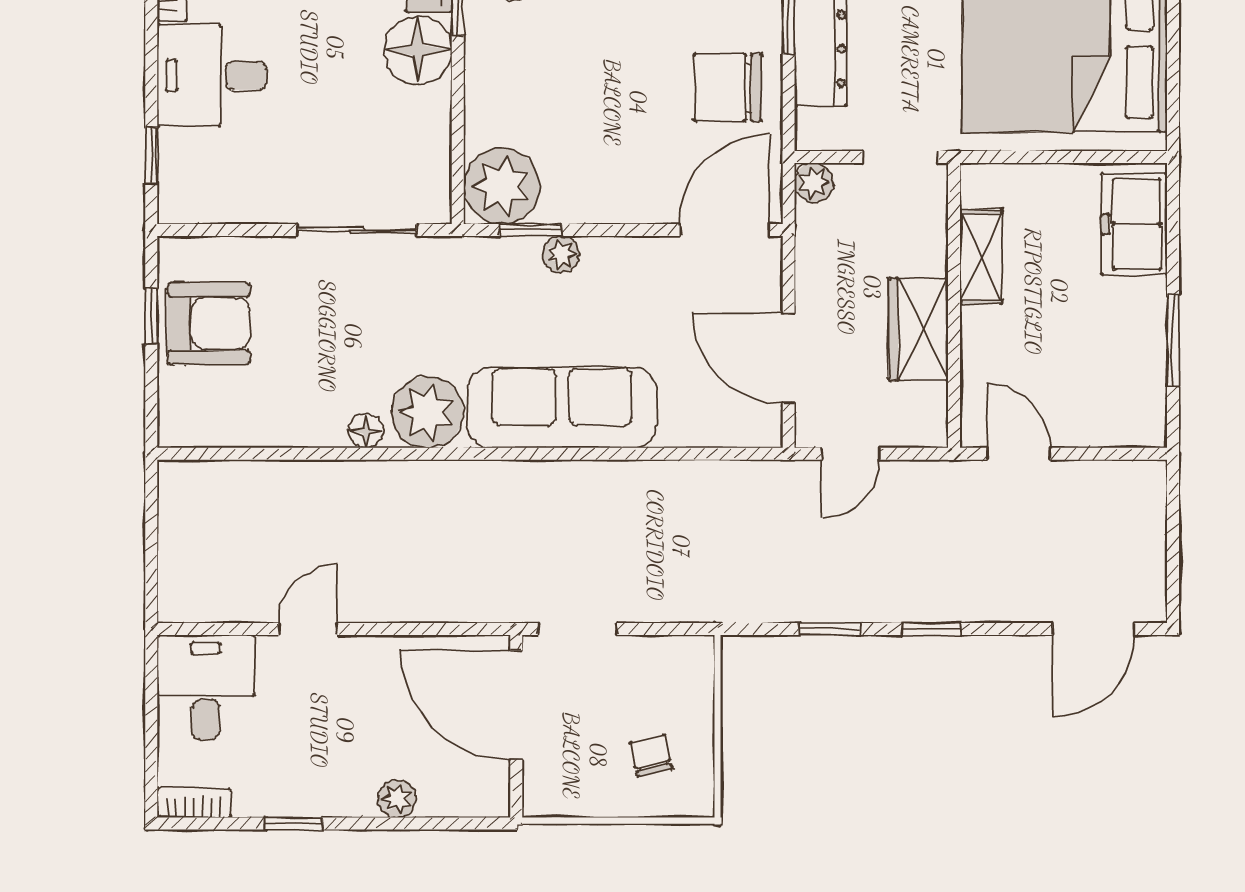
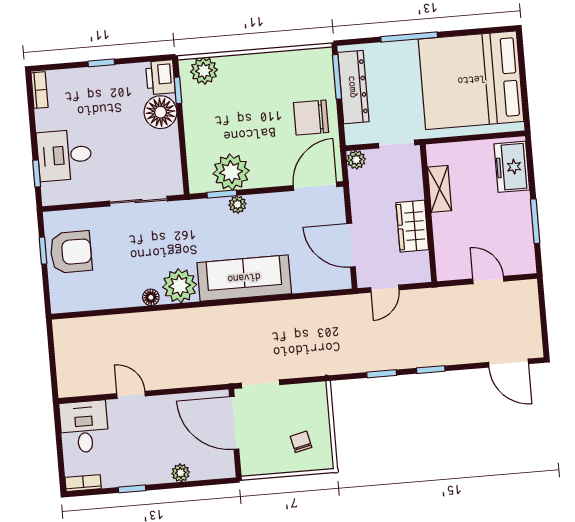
desk: (212, 75) -> (64, 155), moved
plant: (502, 186) -> (231, 172), moved
door: (1019, 454) -> (488, 280), moved
door: (308, 629) -> (131, 395), hinge flipped
door: (1093, 629) -> (509, 363), hinge flipped

